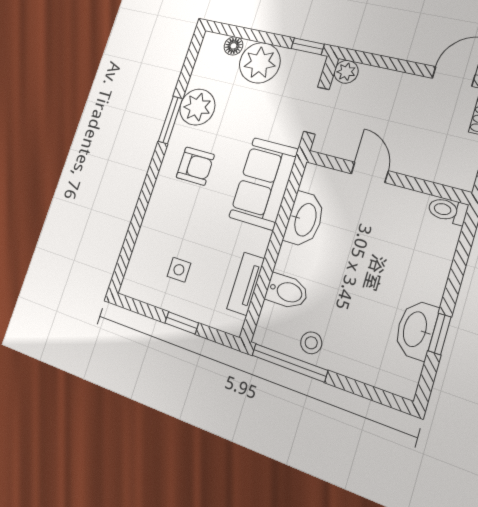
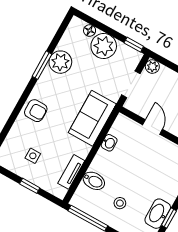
armchair: (195, 166) -> (36, 111), moved
washbasin: (305, 219) -> (109, 143), width x0.52, depth x0.69
stool: (311, 343) -> (120, 203), moved

